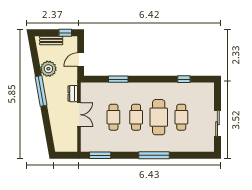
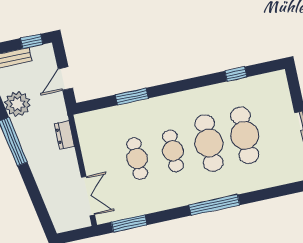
double door: (79, 115) -> (88, 196), moved
cafe table: (181, 117) -> (245, 135), width x1.37, depth x1.35

